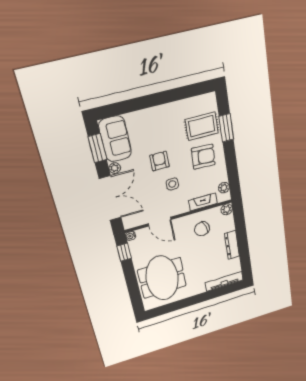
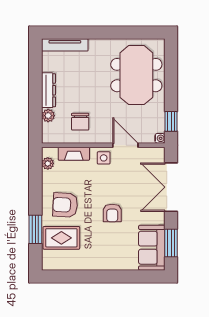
plant: (115, 168) -> (159, 218), removed
side table: (172, 184) -> (104, 158), moved
plant: (227, 209) -> (48, 116), moved
chair: (202, 229) -> (80, 122), turned 108

